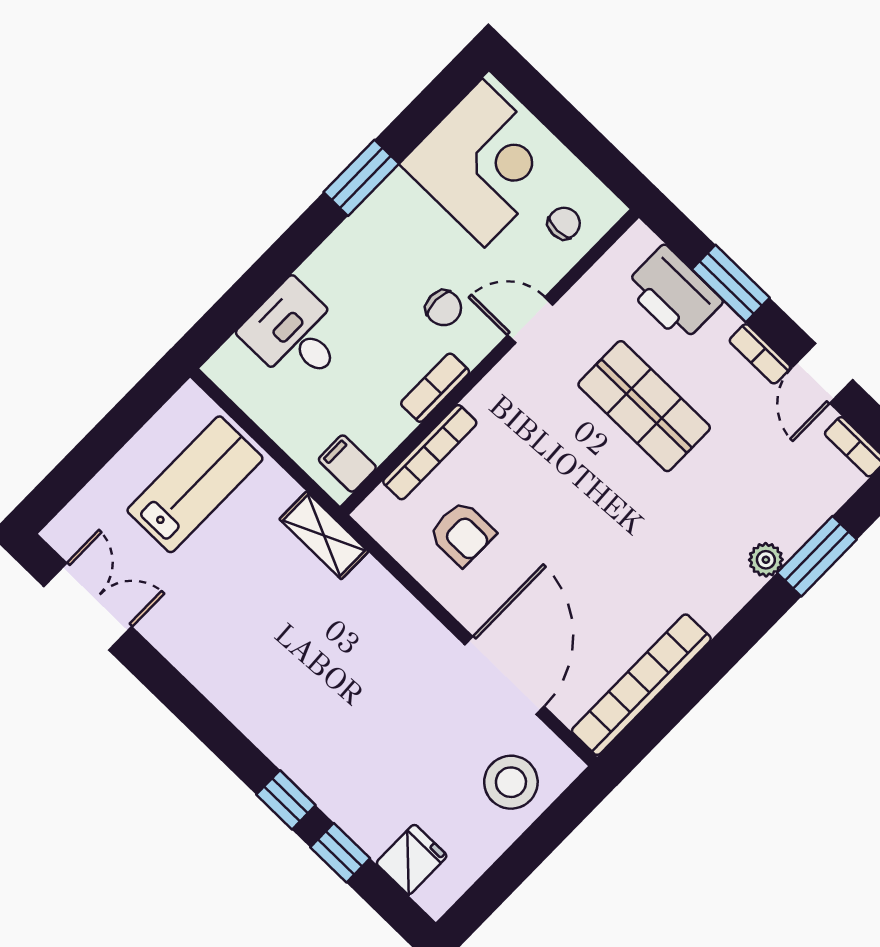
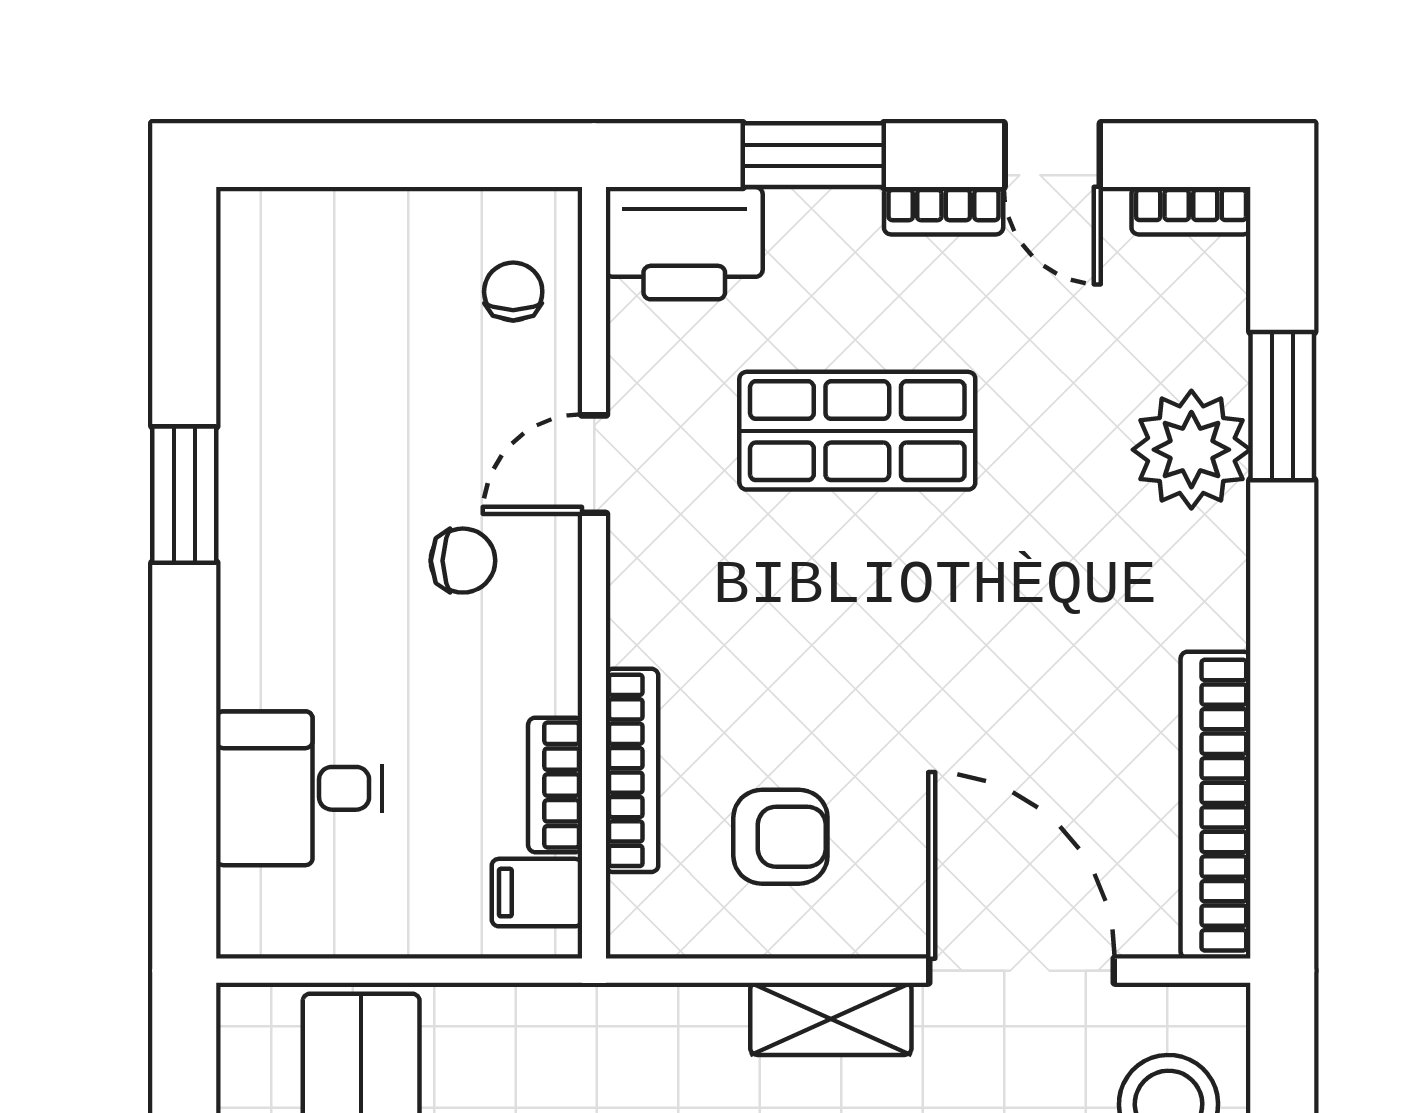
corner desk: (483, 163) -> (328, 316), removed
printer: (673, 294) -> (684, 243), moved
bookcase: (435, 388) -> (555, 785), moved
shelving: (324, 535) -> (831, 1019), moved
plant: (766, 560) -> (1191, 450), width x1.88, depth x1.88

